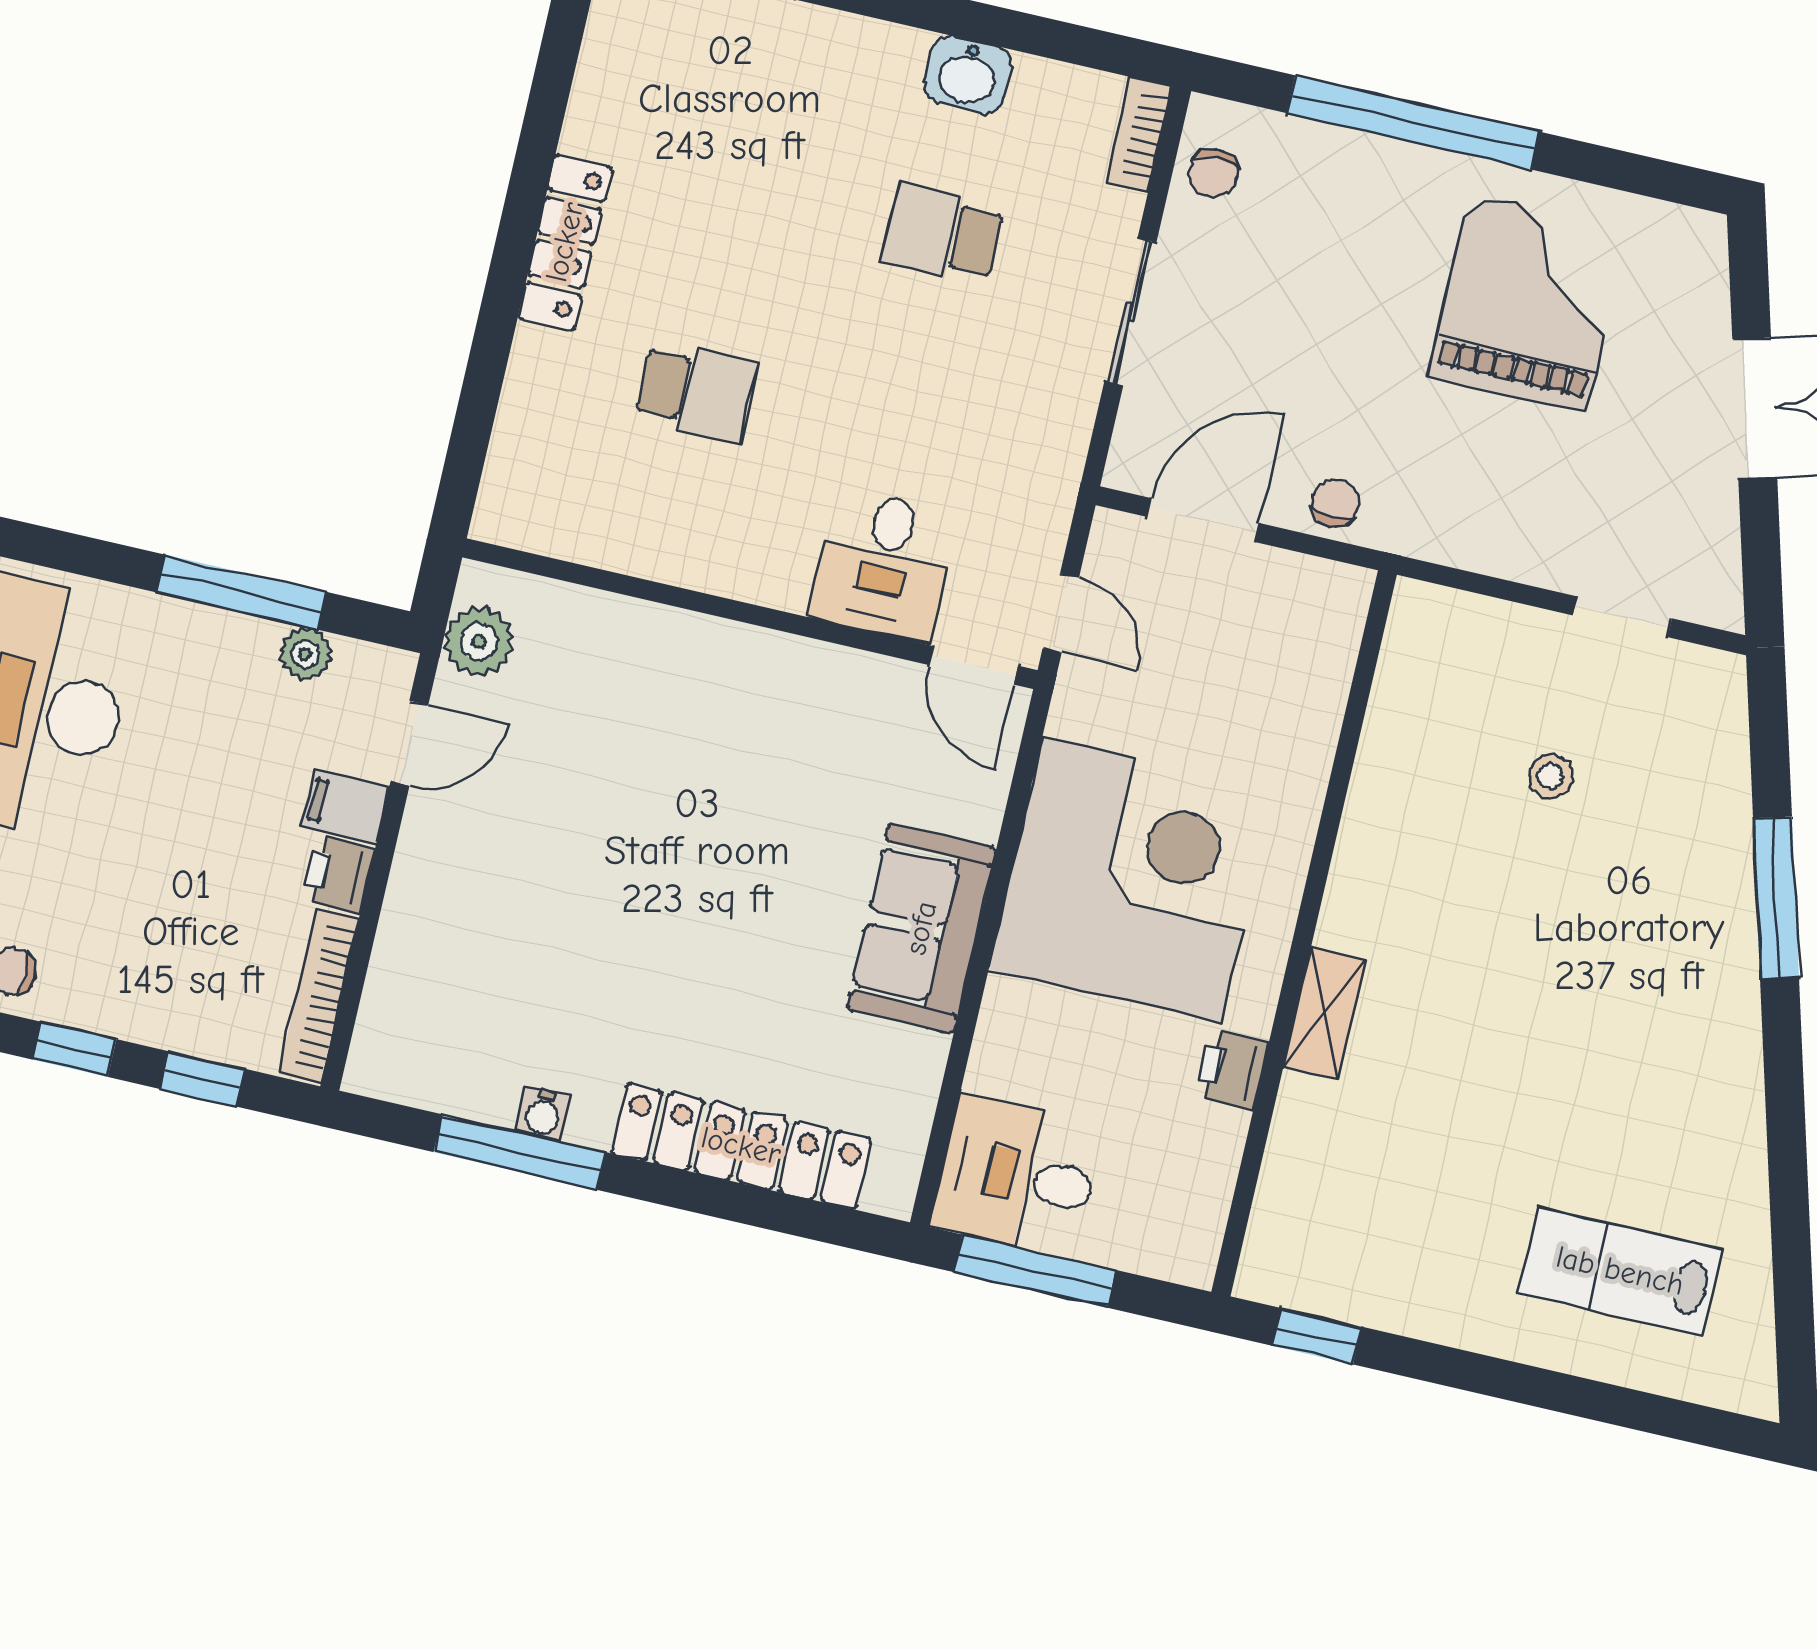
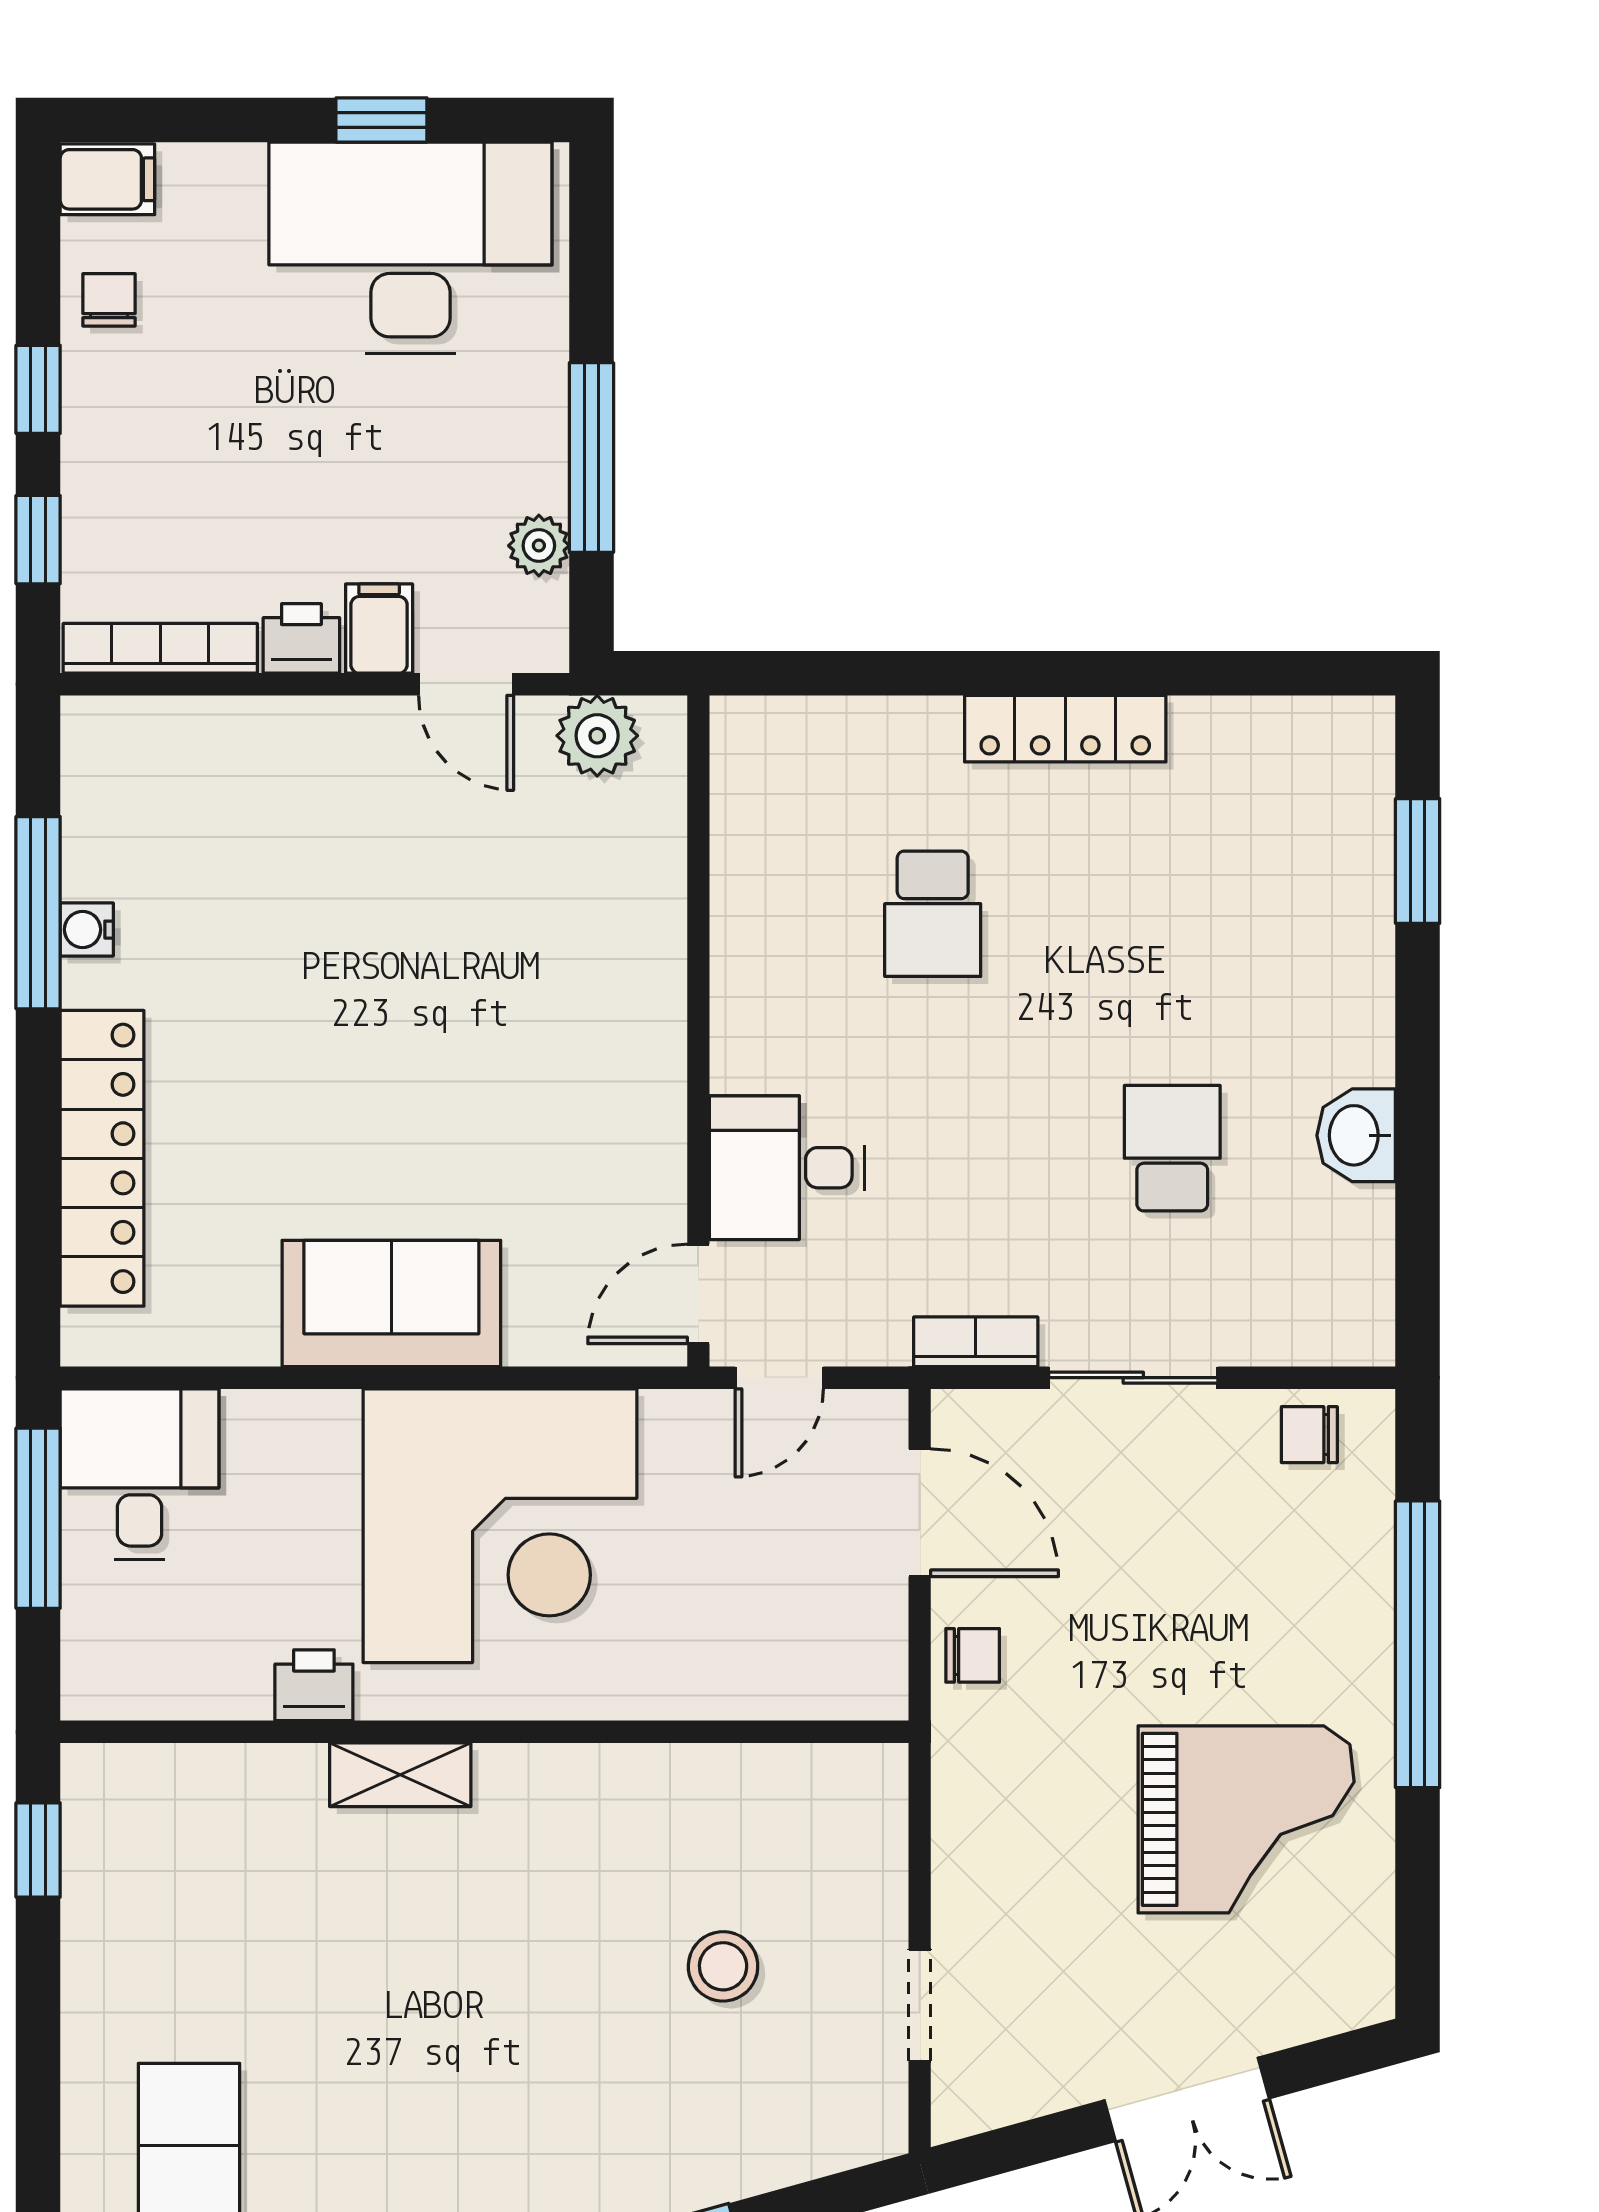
bookcase: (1139, 135) -> (976, 1342), moved
stool: (1550, 776) -> (723, 1966), width x1.37, depth x1.37

